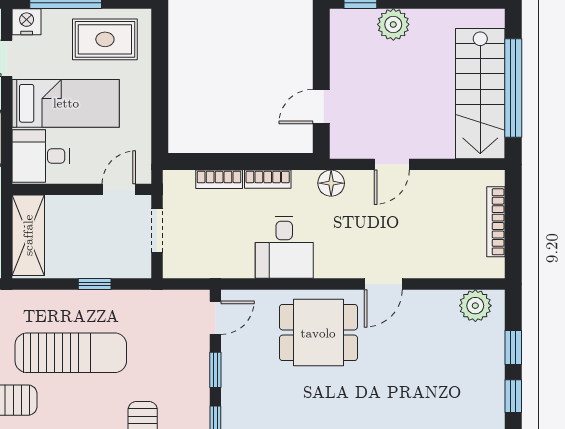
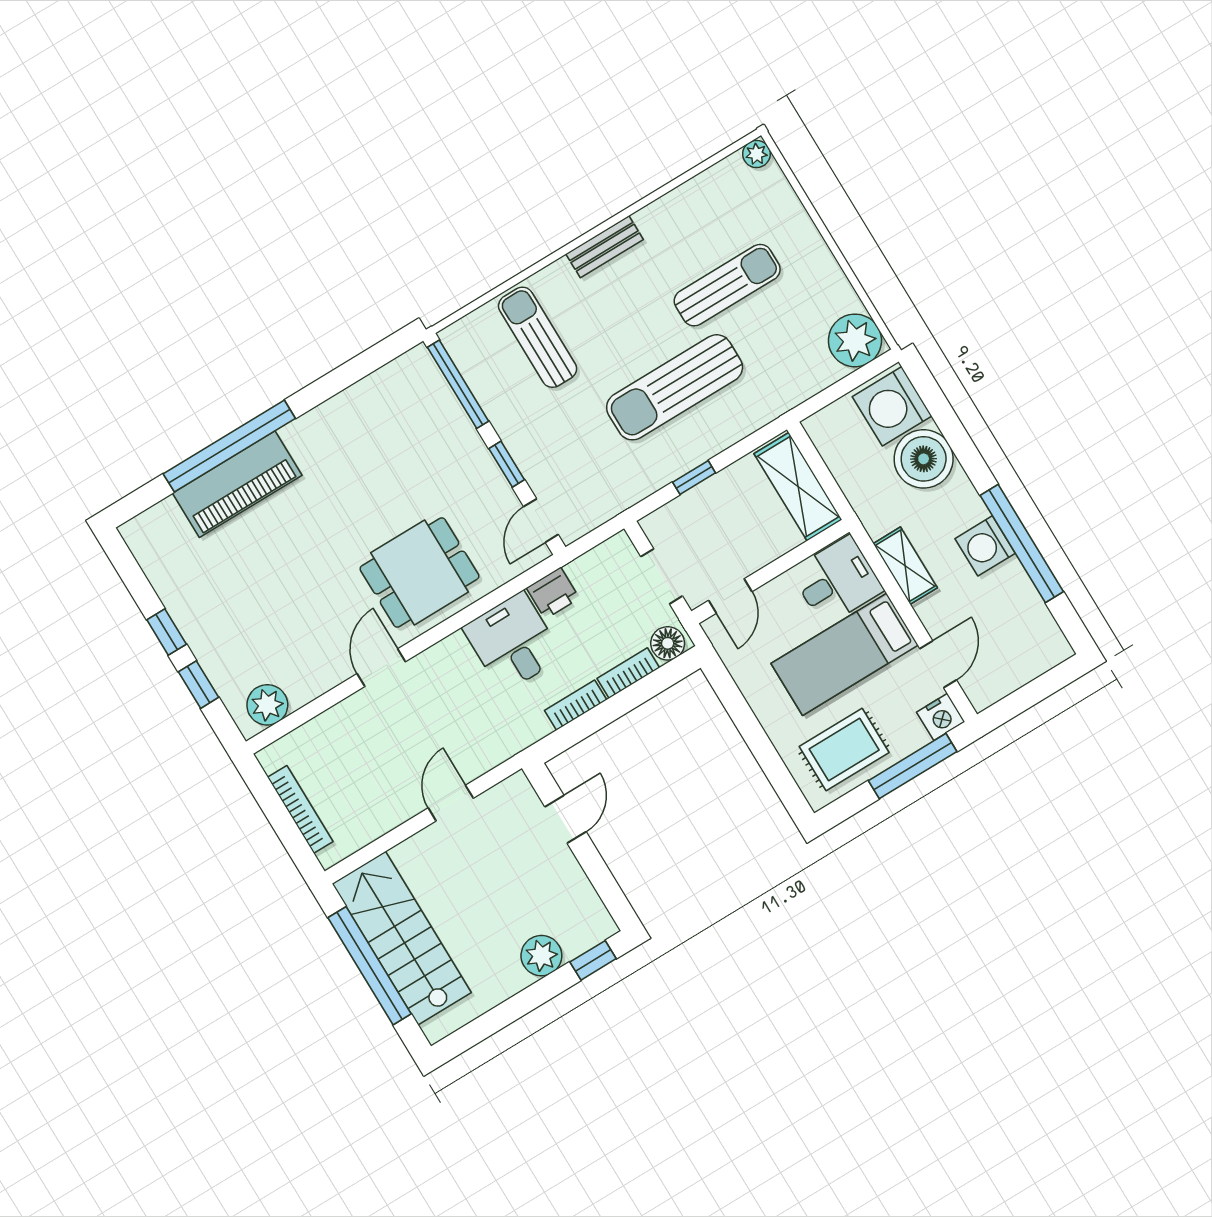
floor lamp: (331, 183) -> (668, 643), moved
printer: (237, 264) -> (553, 593), added

